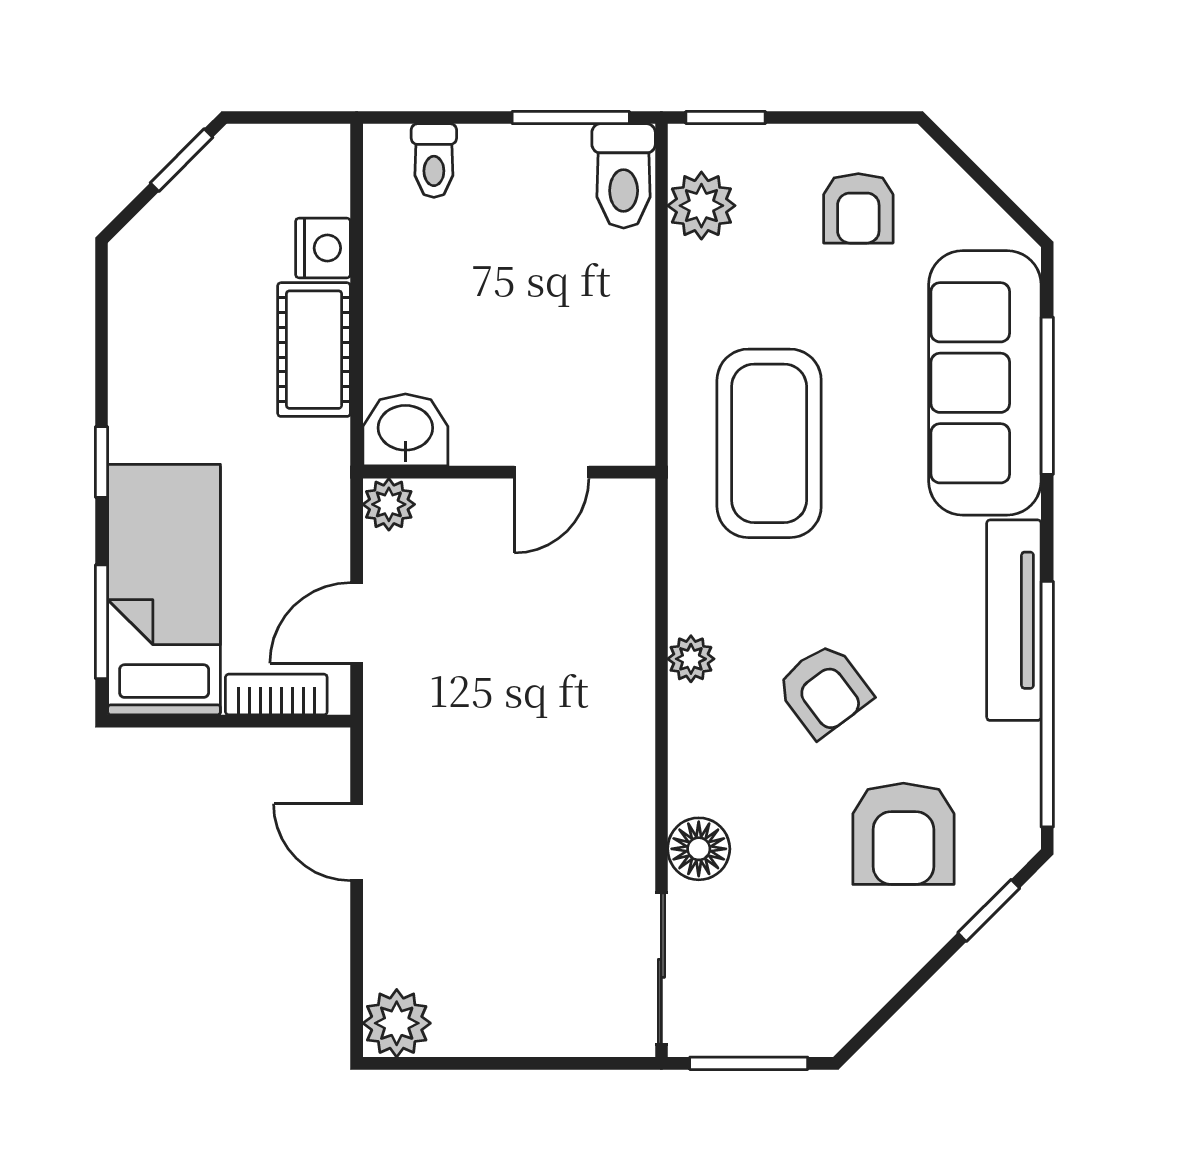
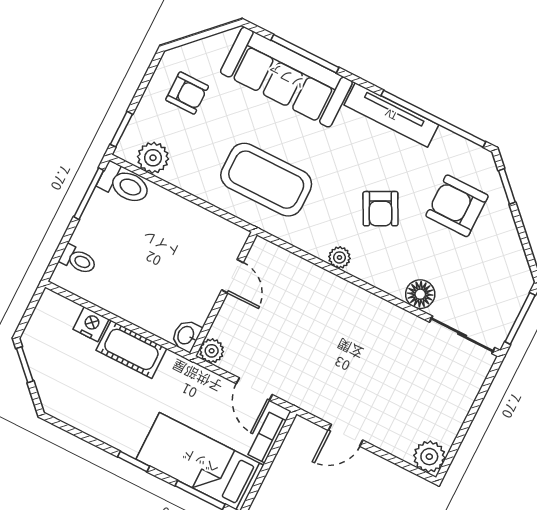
washbasin: (405, 430) -> (186, 335), width x0.72, depth x0.69
armchair: (824, 690) -> (380, 209), turned 100
armchair: (903, 834) -> (457, 206), turned 180

